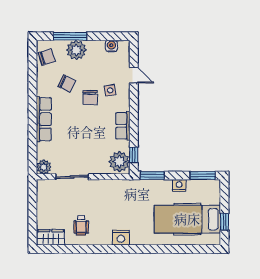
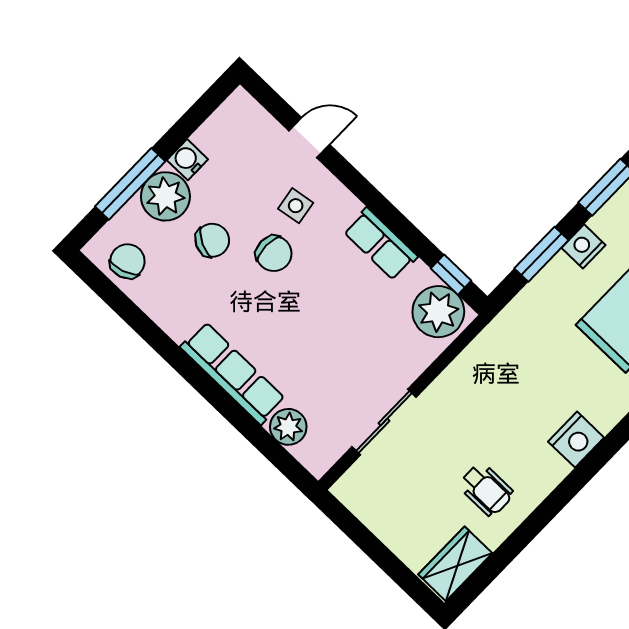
water cooler: (111, 46) -> (187, 160), moved
chair: (67, 84) -> (212, 240), moved
plant: (44, 167) -> (288, 427), moved
window: (152, 176) -> (541, 254), moved

